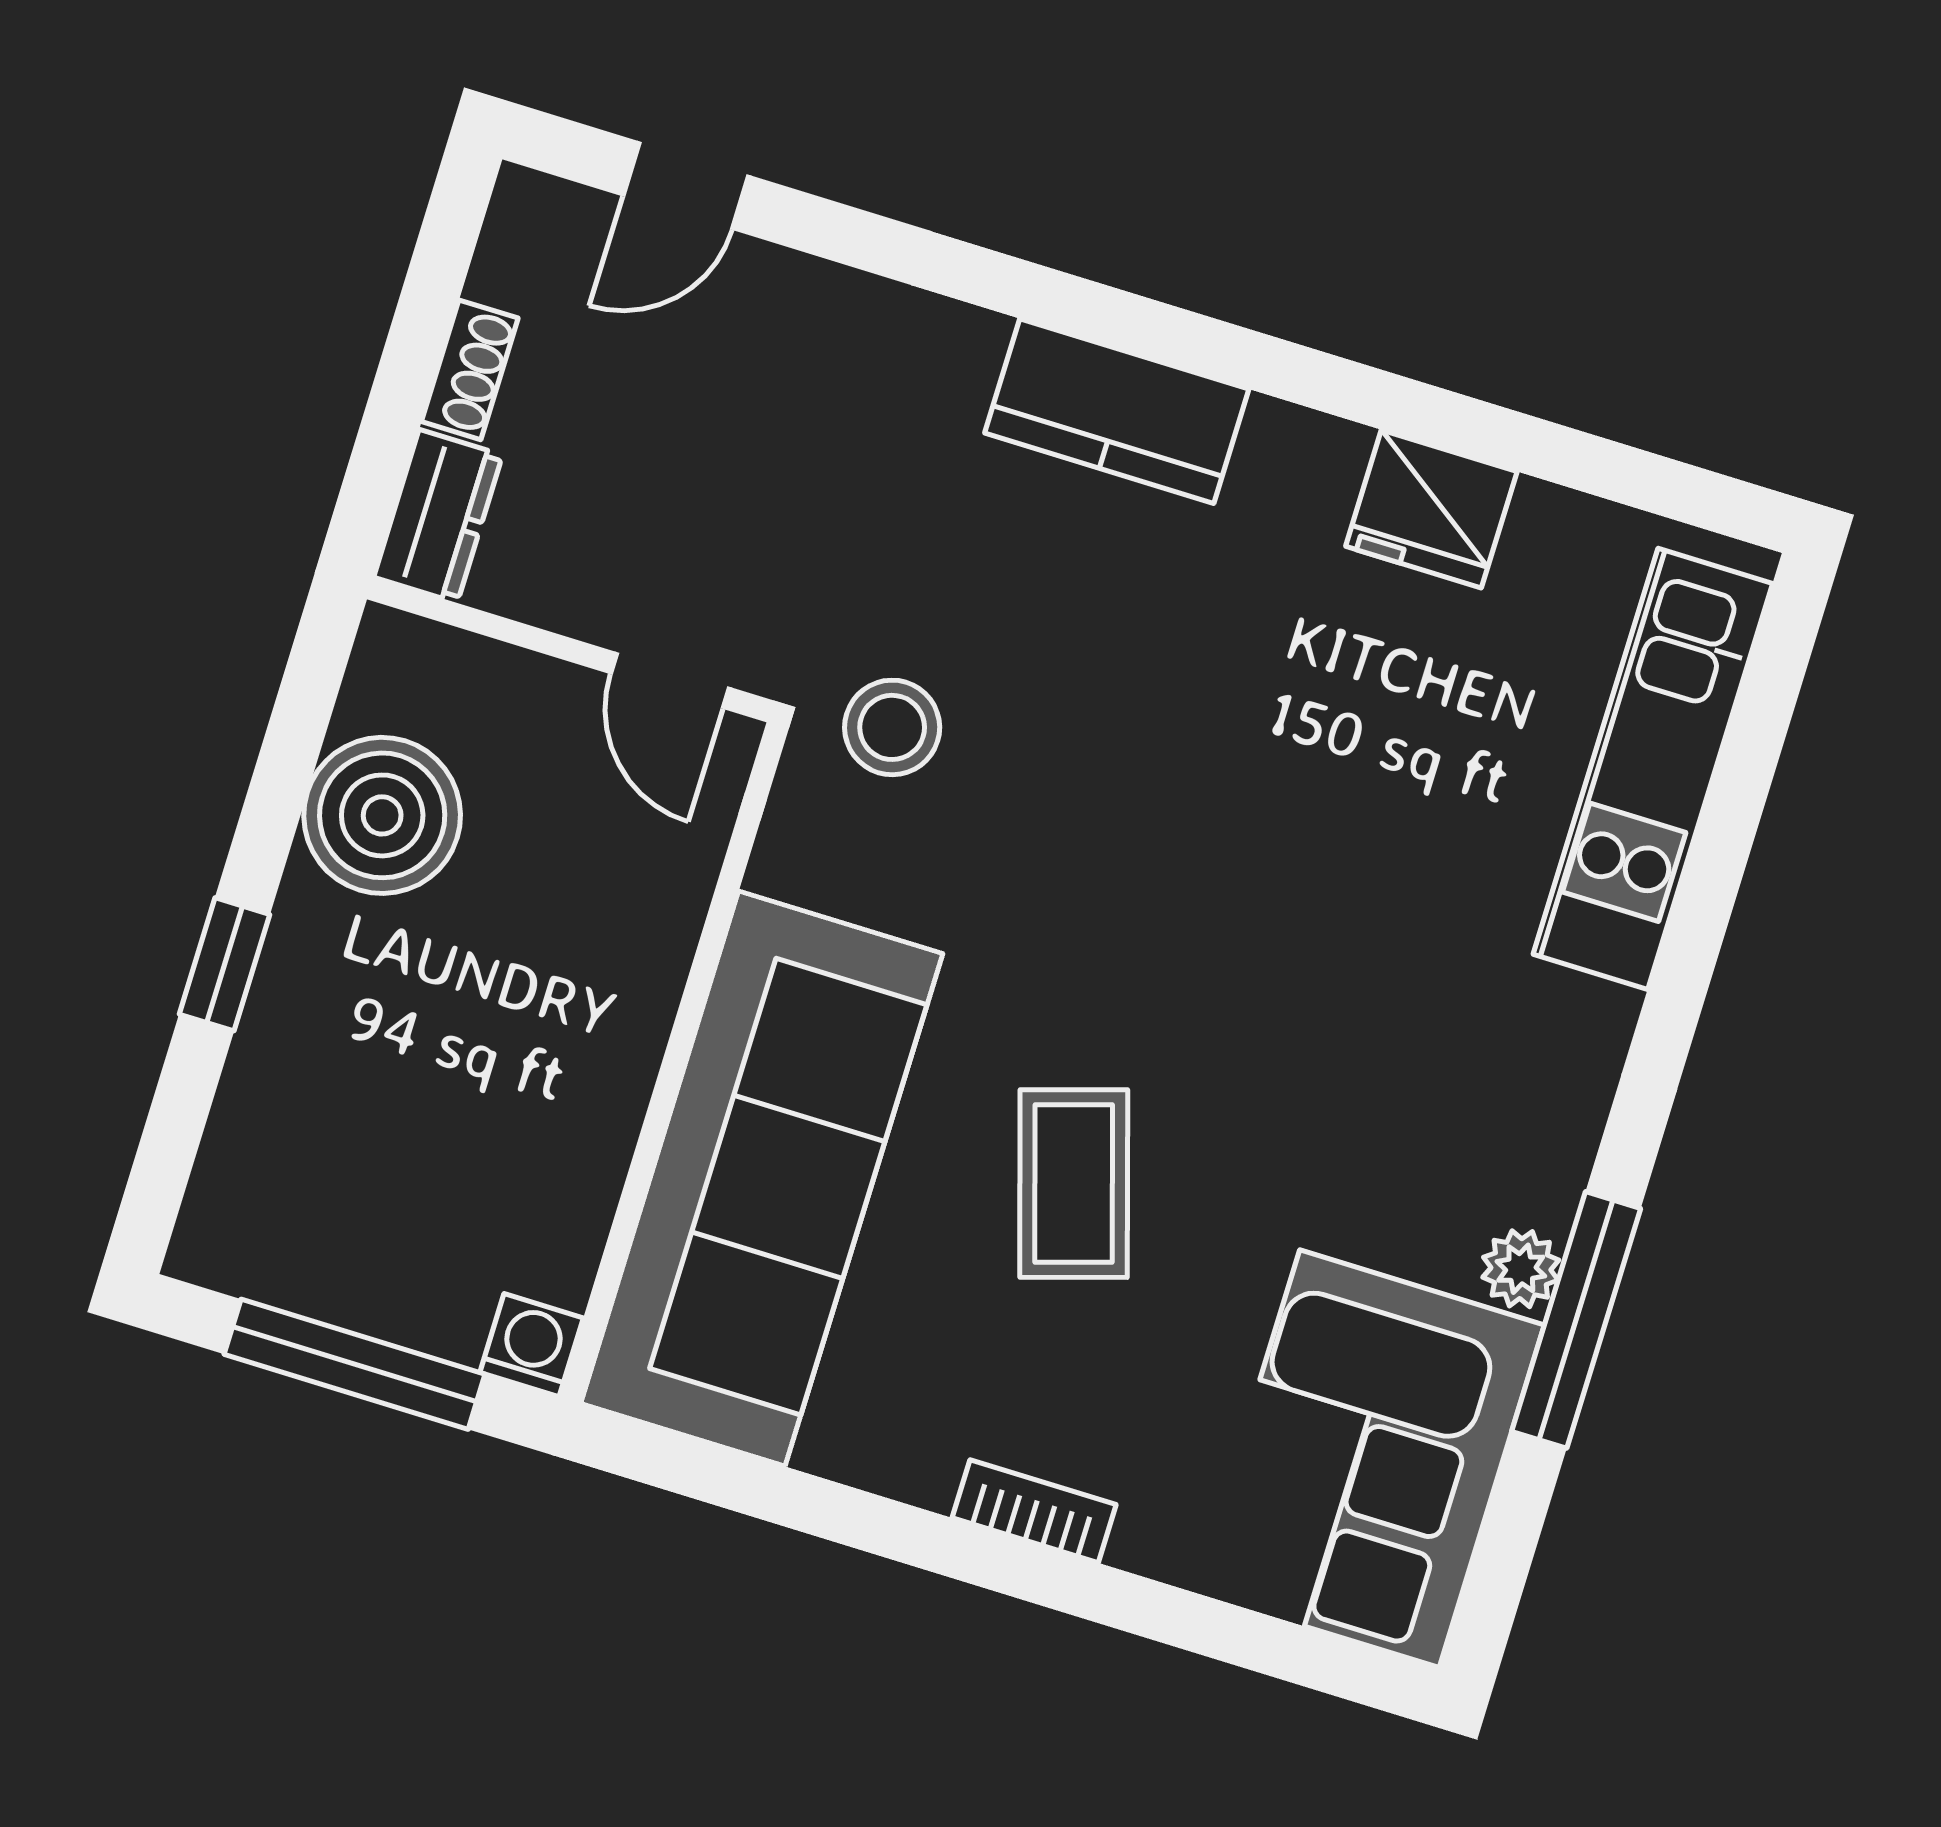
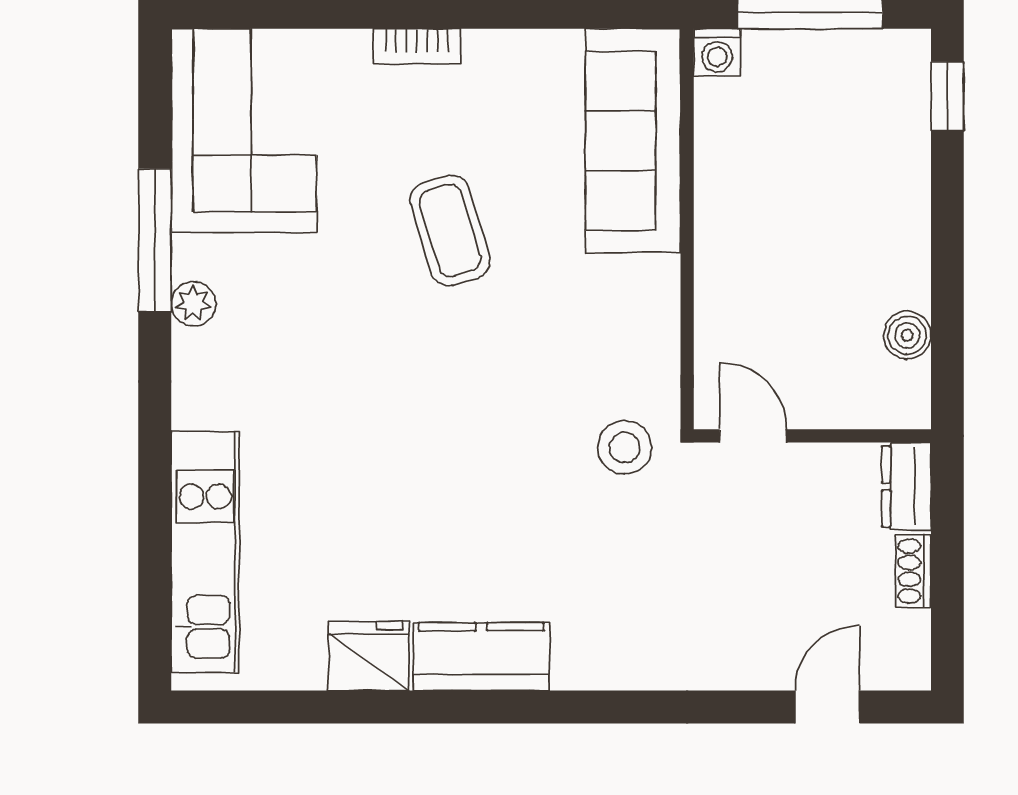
kitchen counter: (1117, 411) -> (481, 657), moved
boiler: (382, 815) -> (907, 335), width x0.54, depth x0.54
window: (224, 964) -> (947, 96), moved
sofa: (762, 1178) -> (633, 141), width x0.74, depth x0.79
plant: (1521, 1269) -> (193, 304), moved

